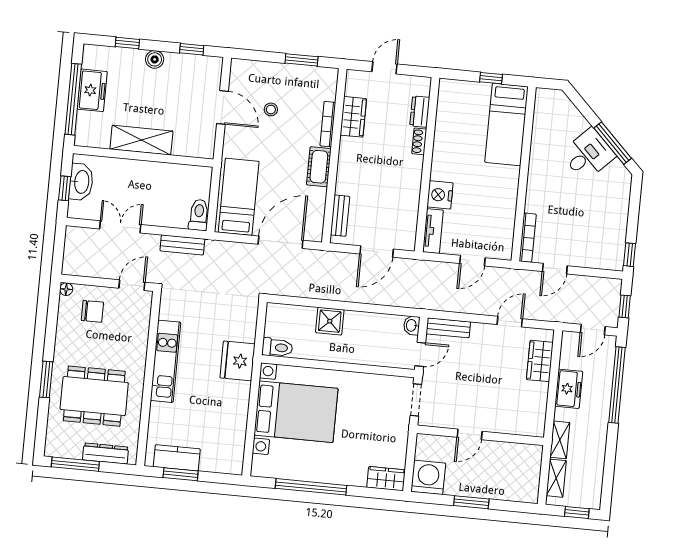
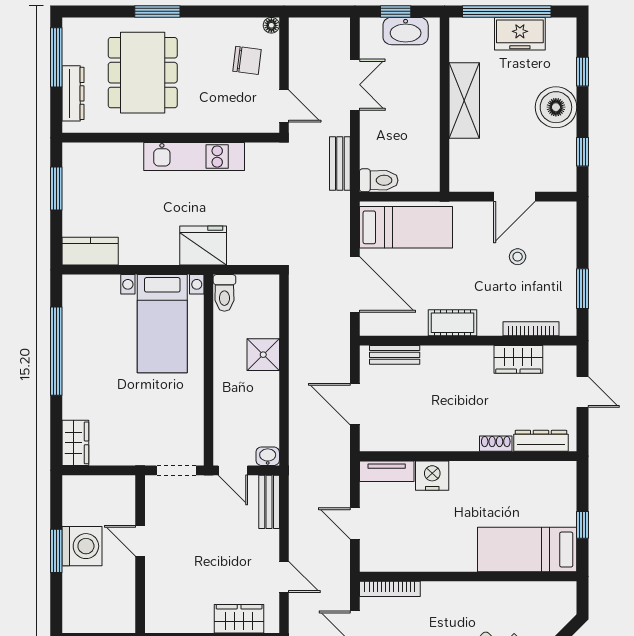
boiler: (155, 59) -> (556, 107), width x1.86, depth x1.86
dresser: (420, 112) -> (541, 441), width x1.44
bookcase: (328, 124) -> (531, 329), moved
chair: (92, 311) -> (247, 60), turned -83
bed with nightstands: (296, 412) -> (162, 324), width x0.73
kitchen counter: (177, 458) -> (90, 251), moved, turned -90
washing machine: (428, 477) -> (82, 546), moved

